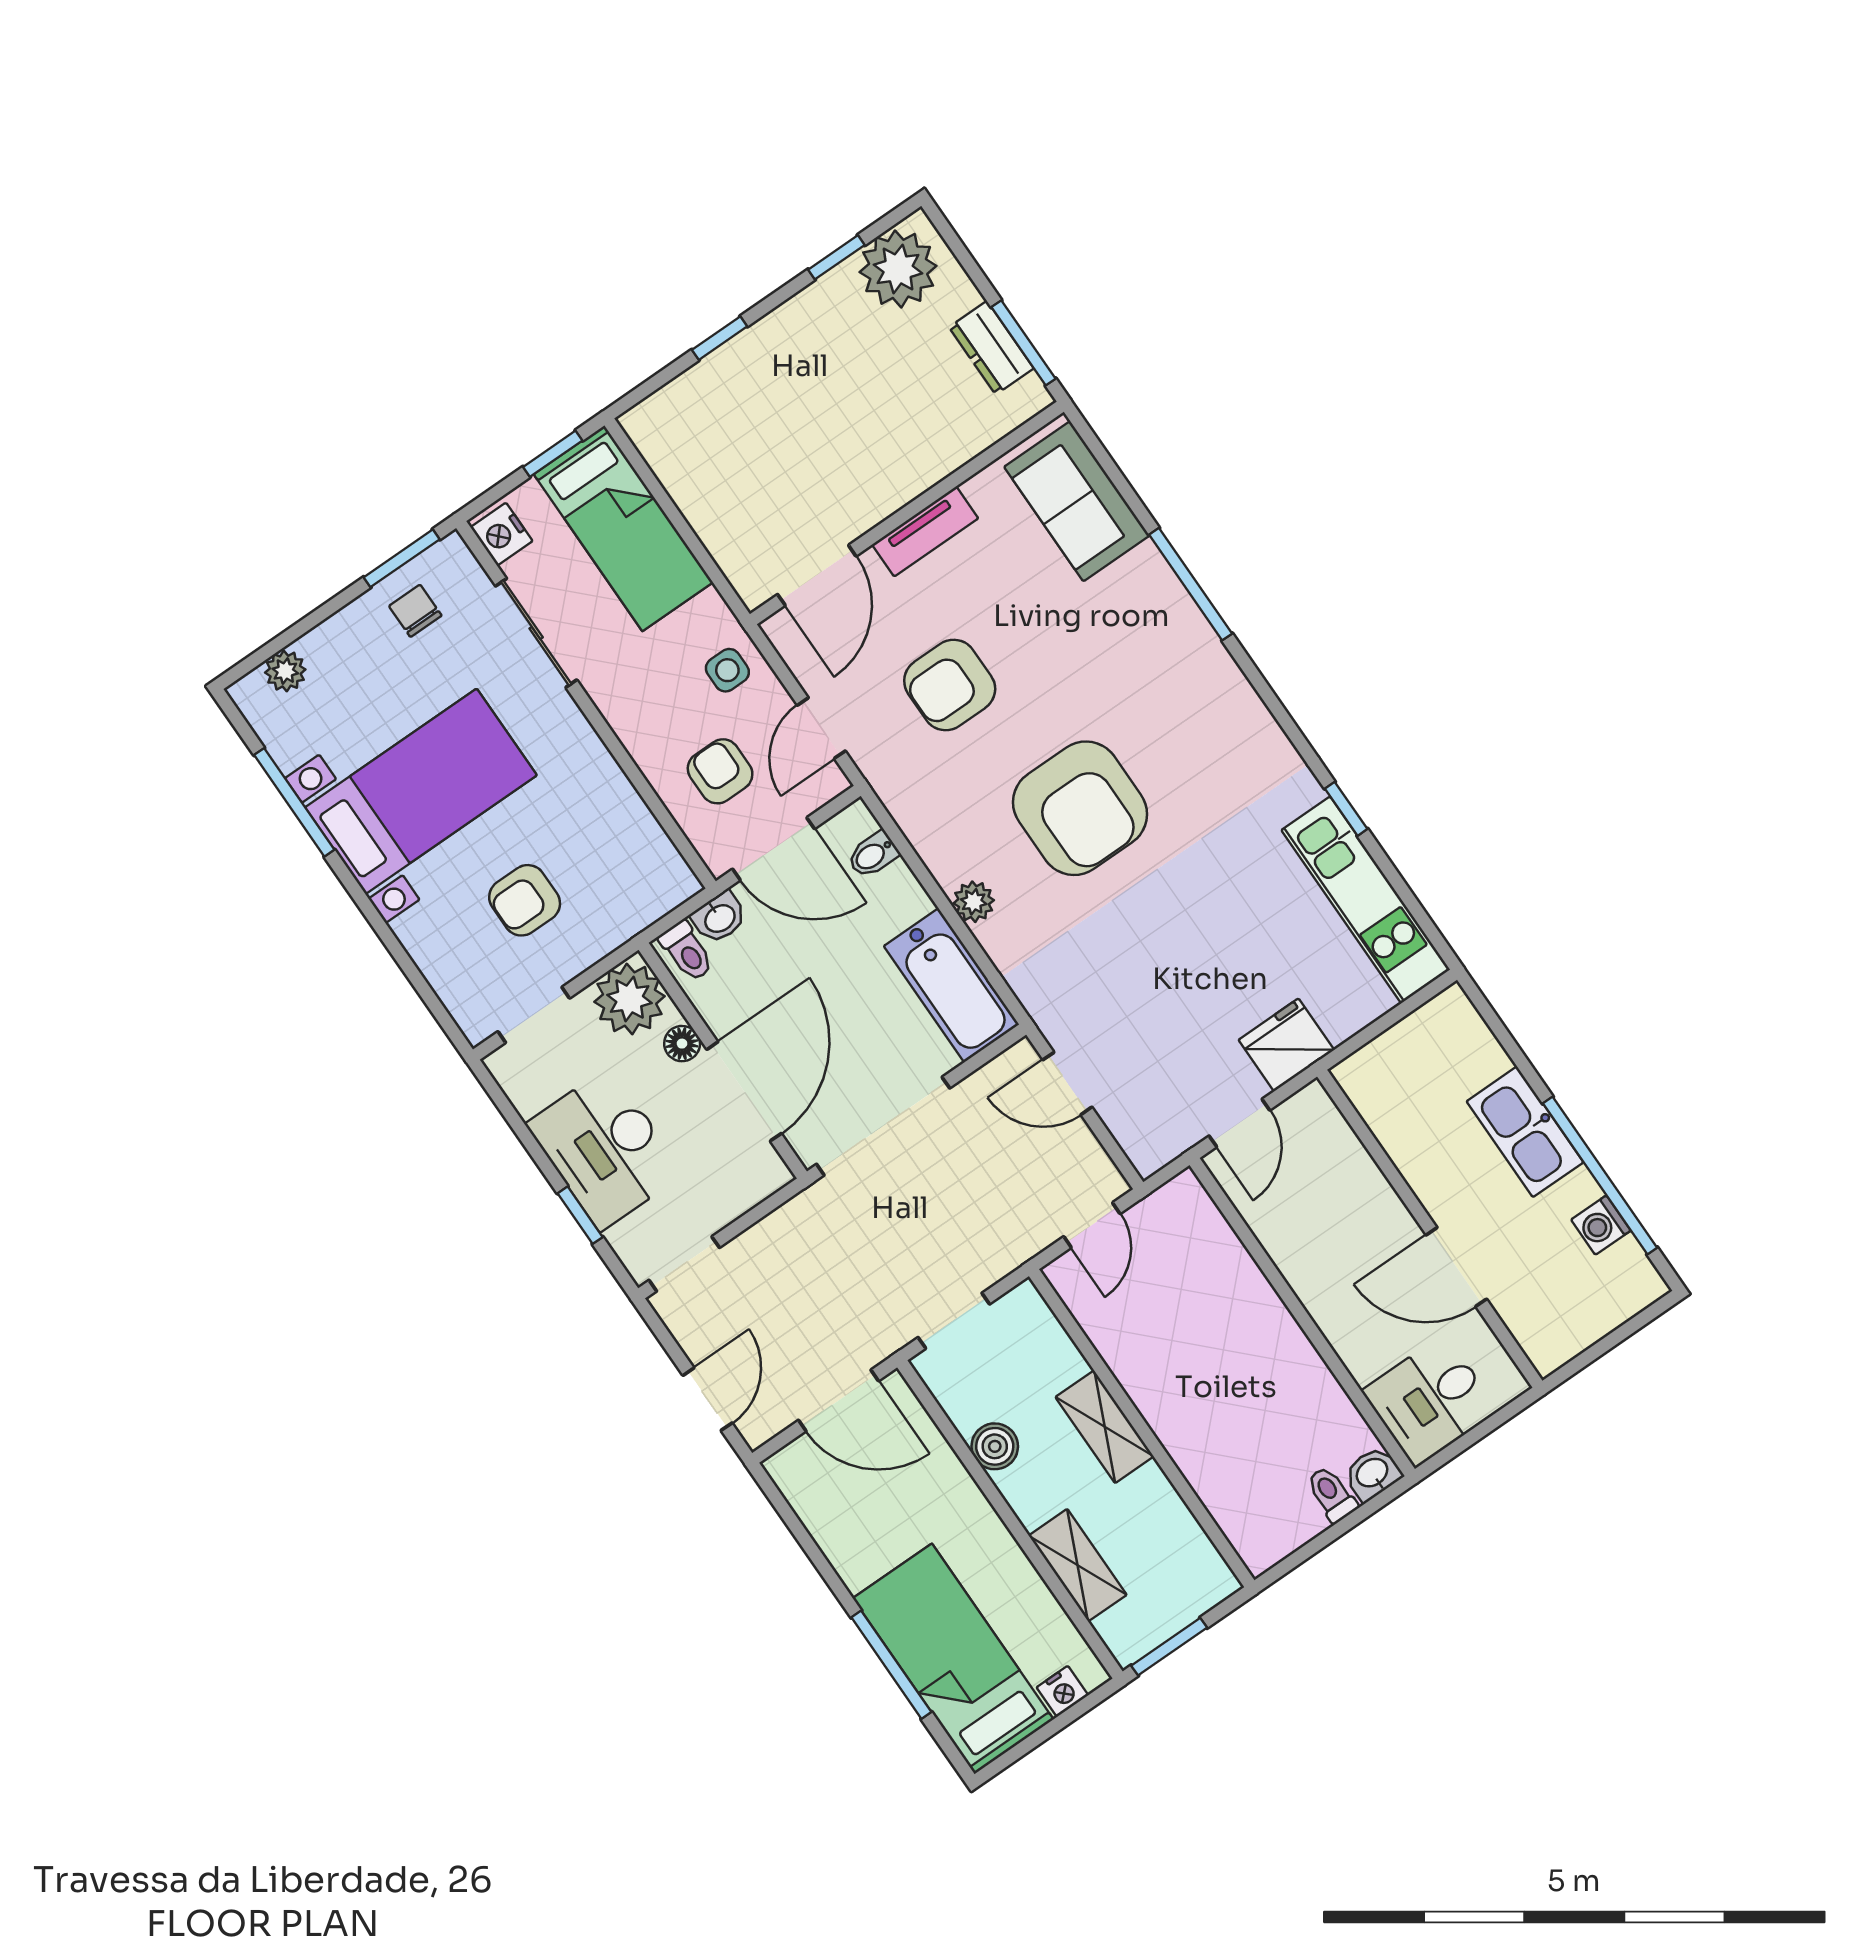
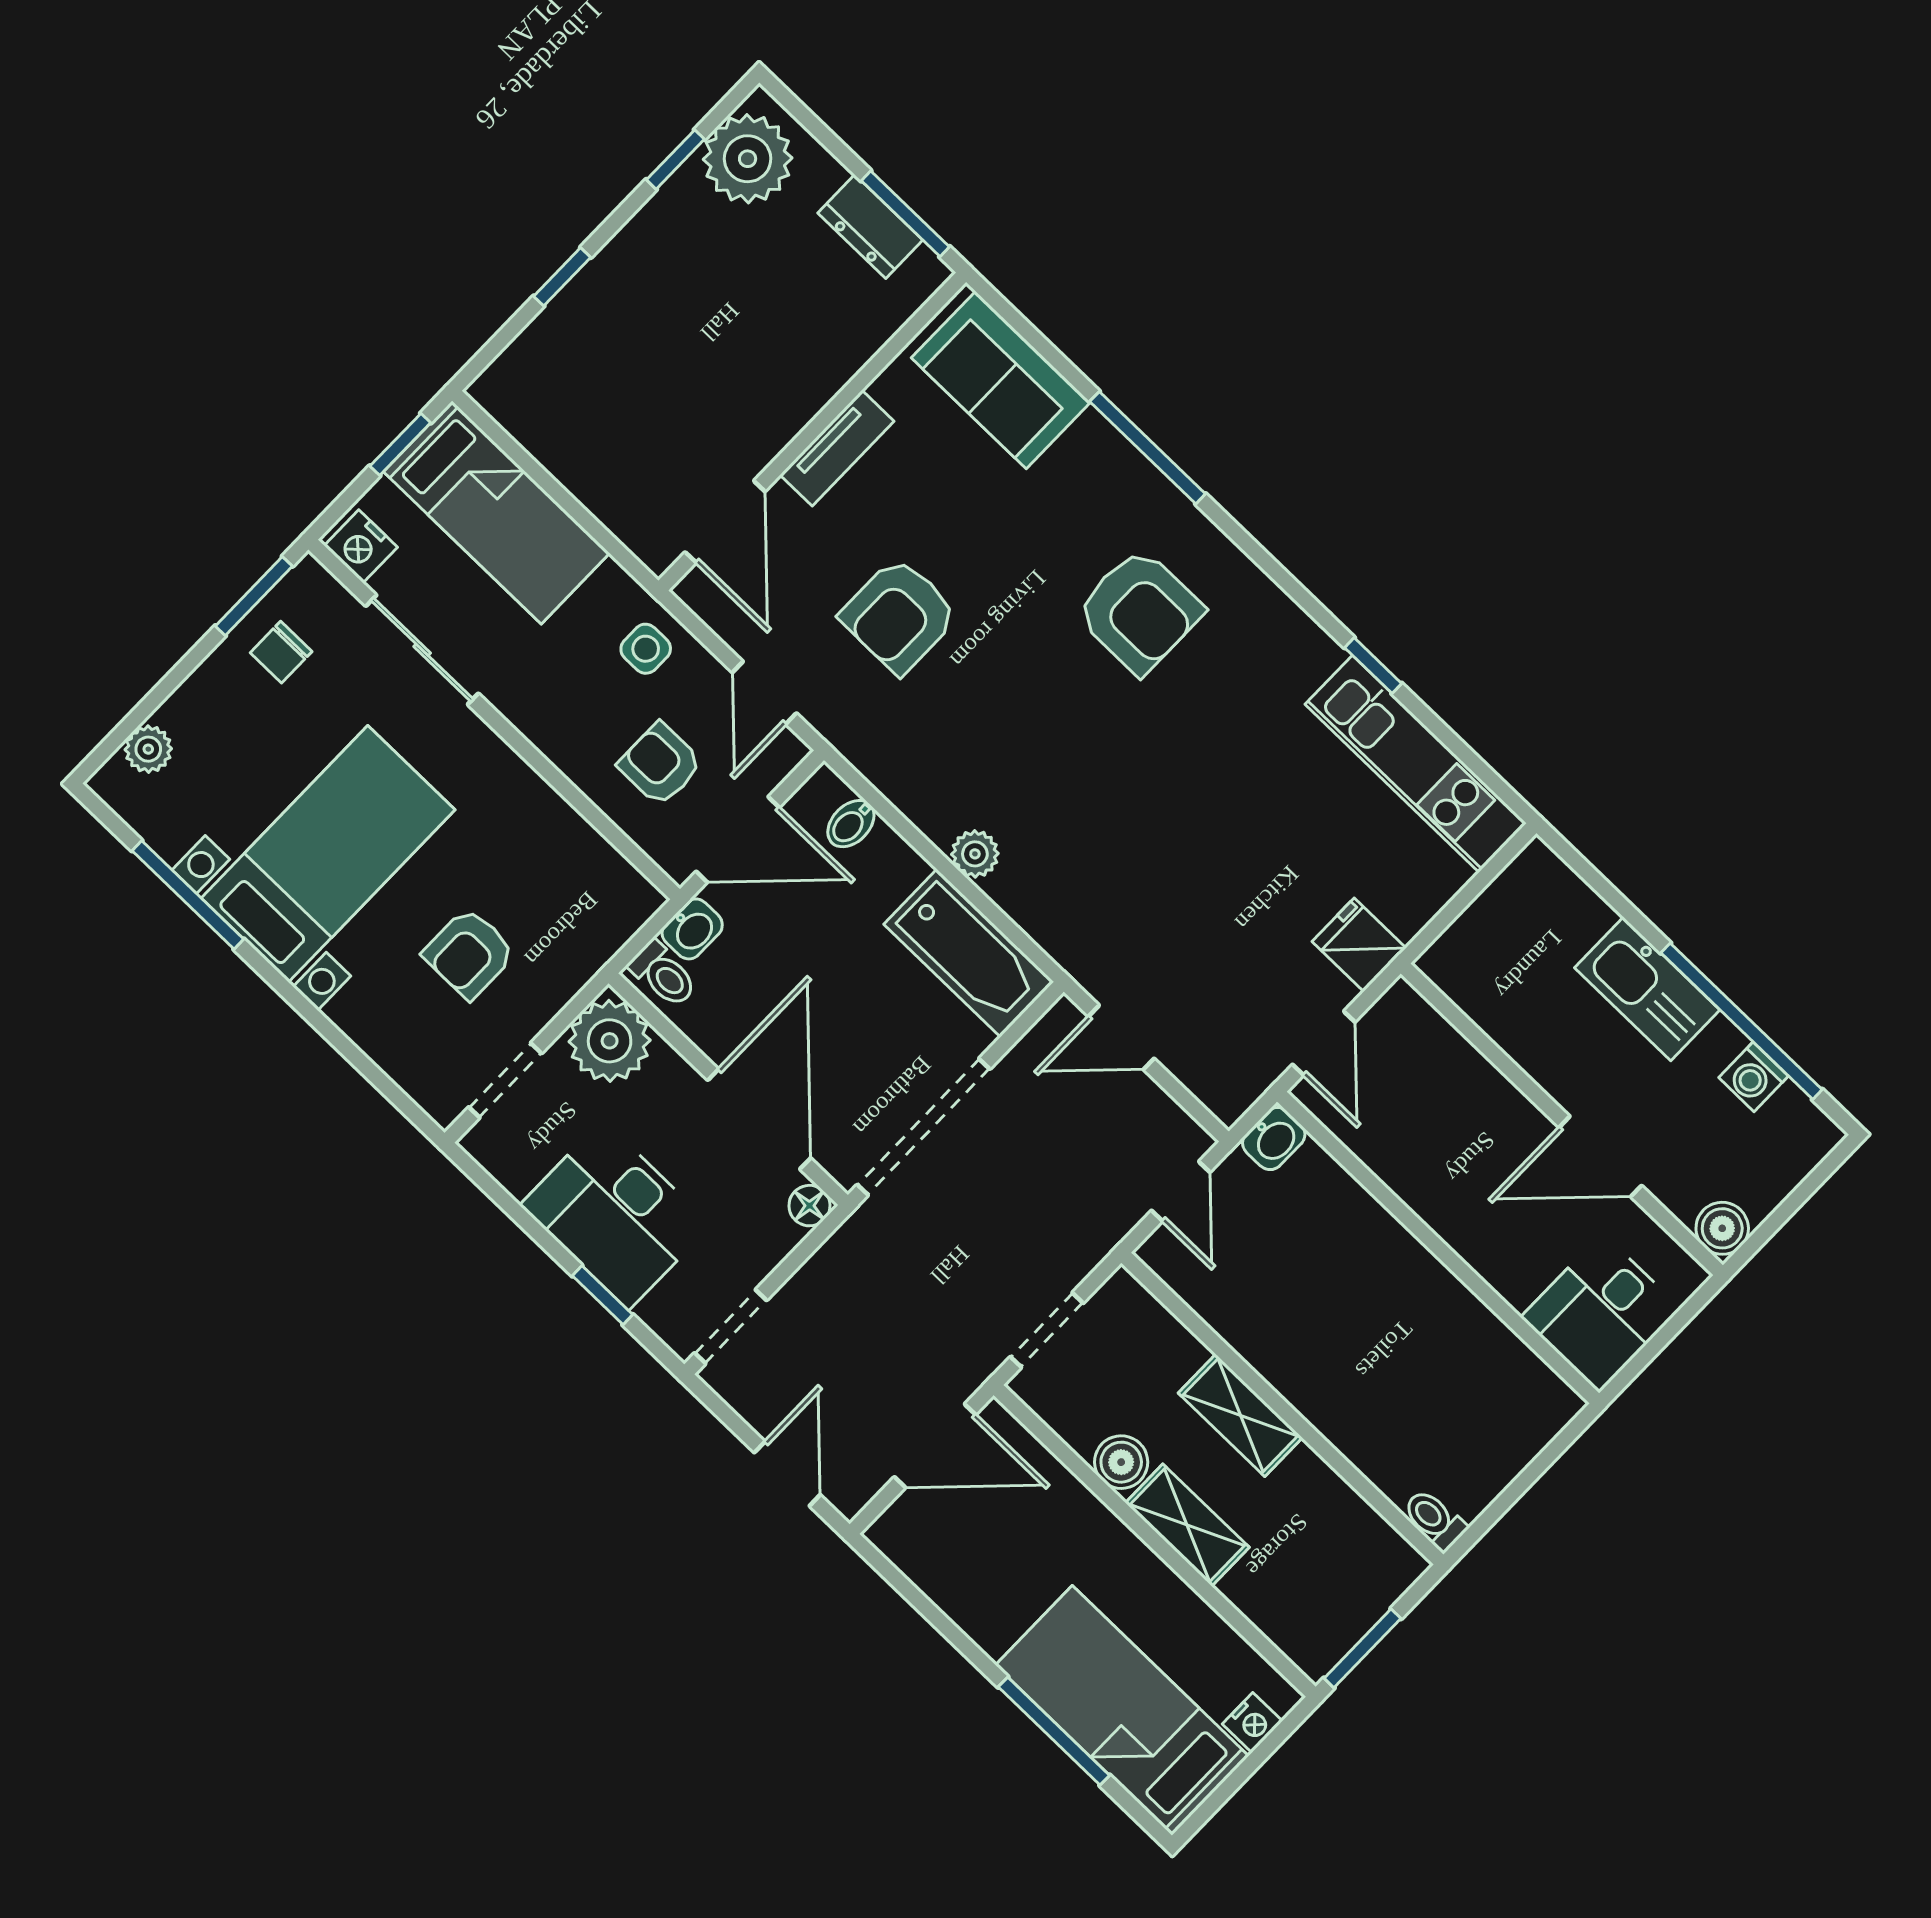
chair: (415, 611) -> (281, 652), turned -90
armchair: (1080, 808) -> (1139, 611), moved, width x0.73, depth x0.73
floor lamp: (682, 1044) -> (809, 1206), moved
fridge: (1286, 1045) -> (1359, 945), width x0.72
boiler: (1548, 1349) -> (1722, 1228), added
washbasin: (1373, 1474) -> (1274, 1139), moved, turned 180
toilet: (1332, 1494) -> (1434, 1520), moved
shelving: (1078, 1565) -> (1187, 1525), moved

